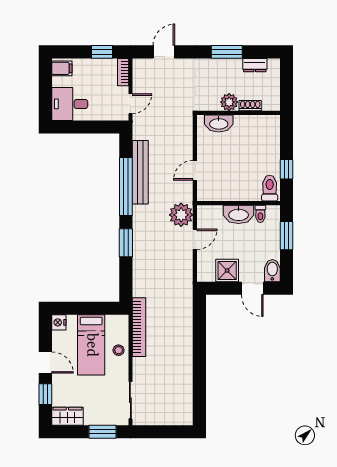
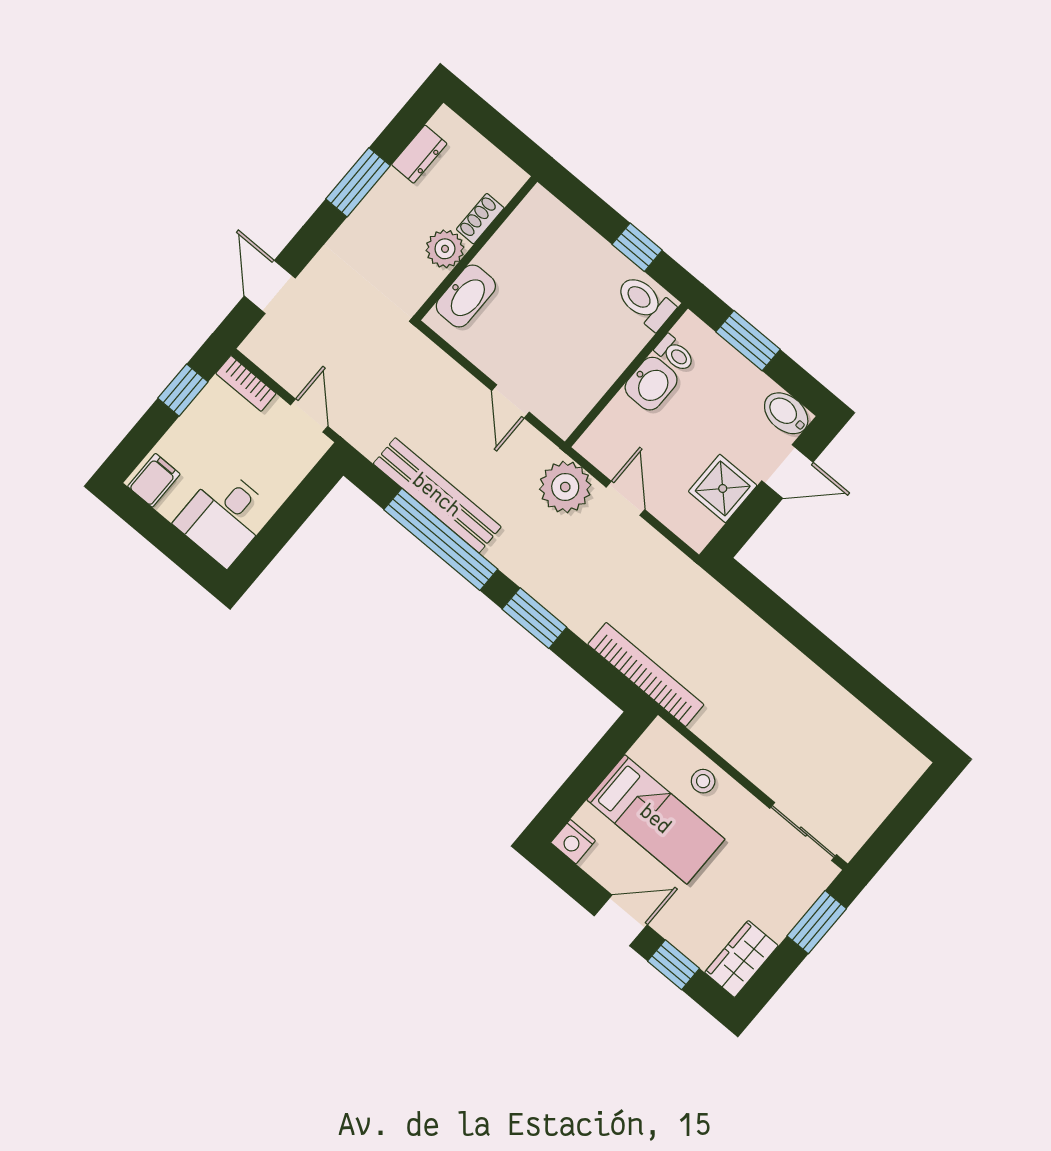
washbasin: (239, 214) -> (651, 384), width x0.72
bookcase: (139, 327) -> (646, 675), moved

